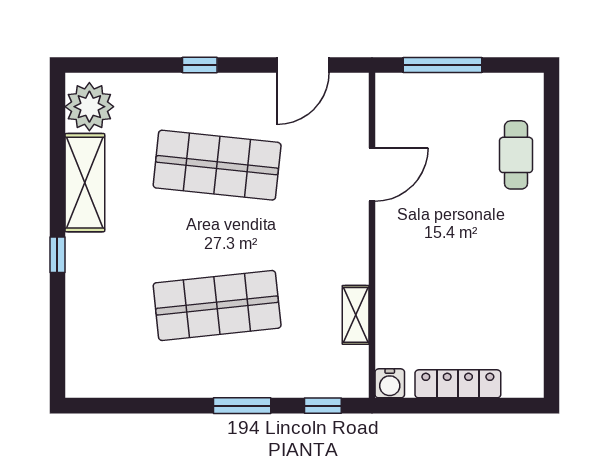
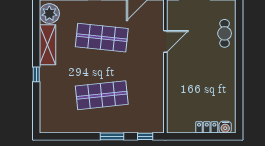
shelving: (356, 315) -> (159, 99), removed
water cooler: (390, 383) -> (225, 127), moved
locker: (458, 384) -> (207, 127), width x0.66

